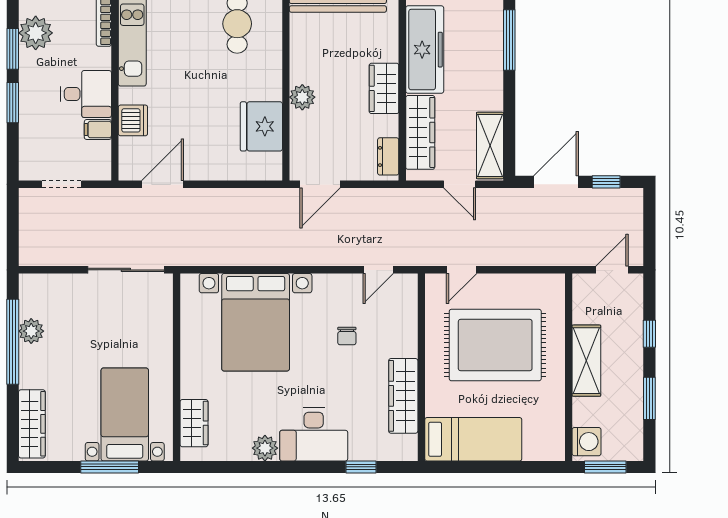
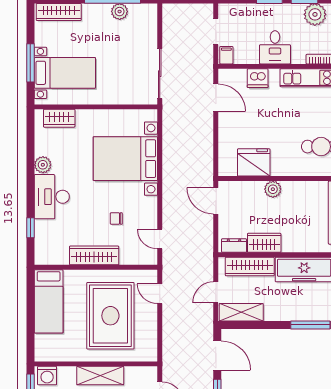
wardrobe: (384, 88) -> (264, 243), moved
filing cabinet: (98, 130) -> (226, 55), moved
wardrobe: (403, 396) -> (94, 255), moved

